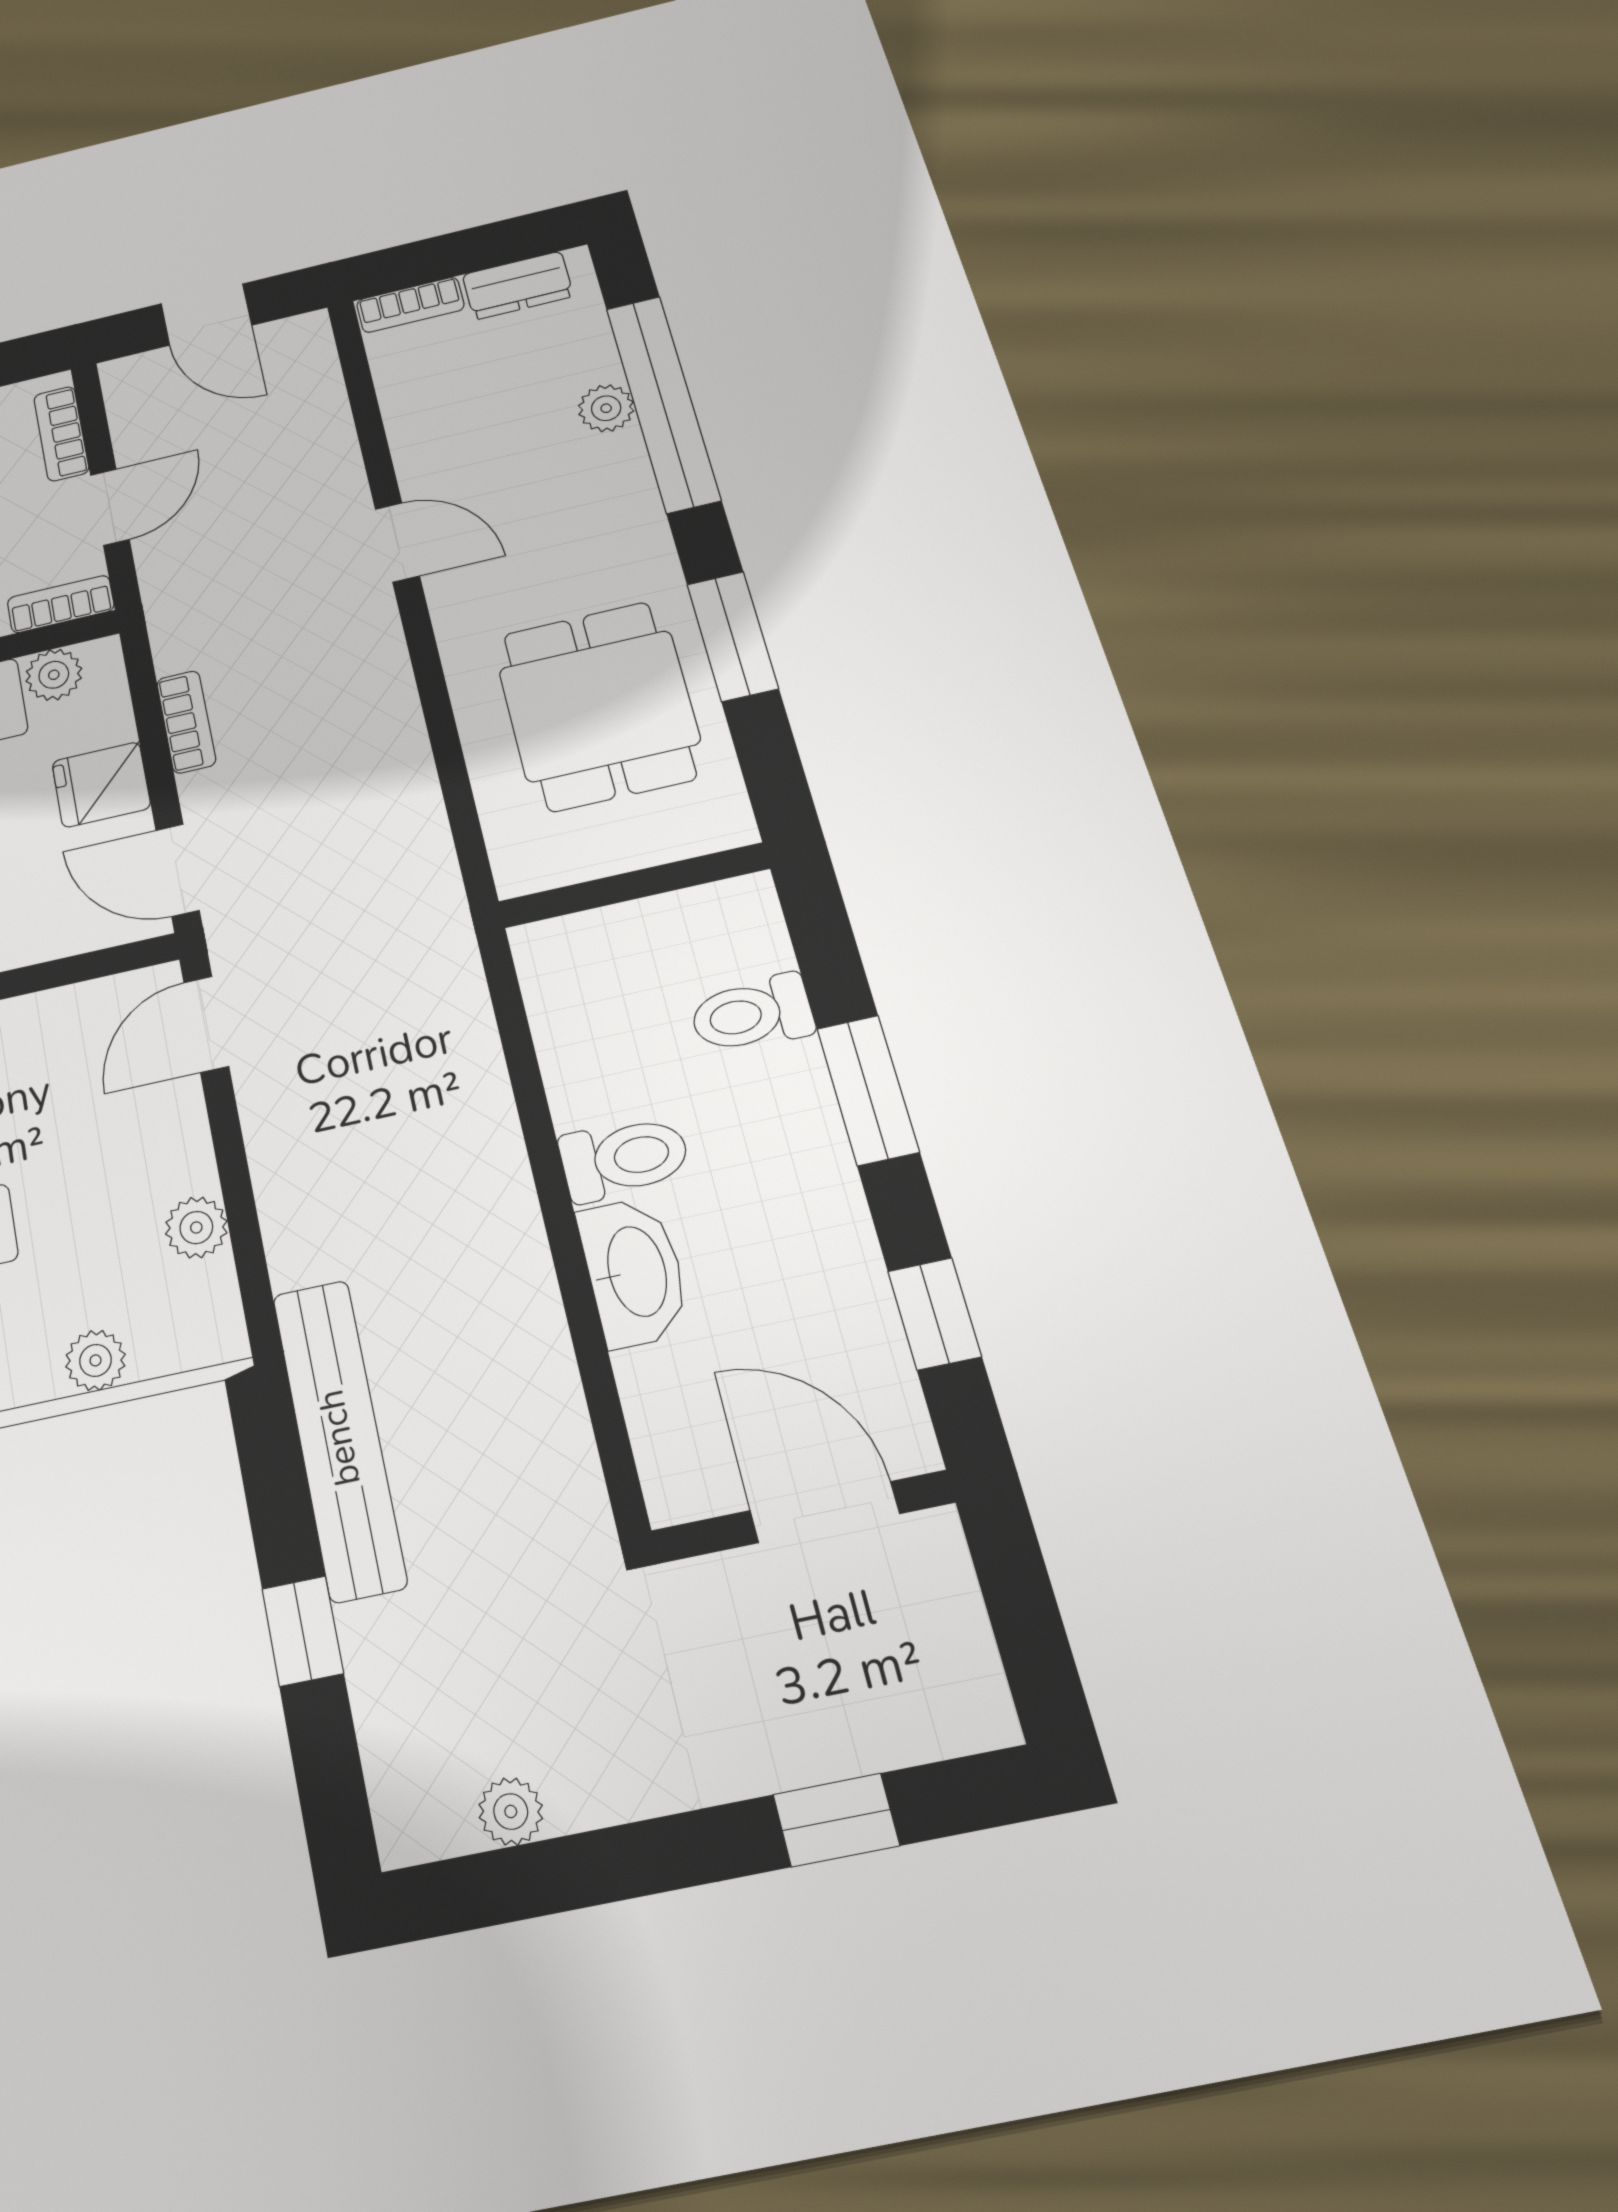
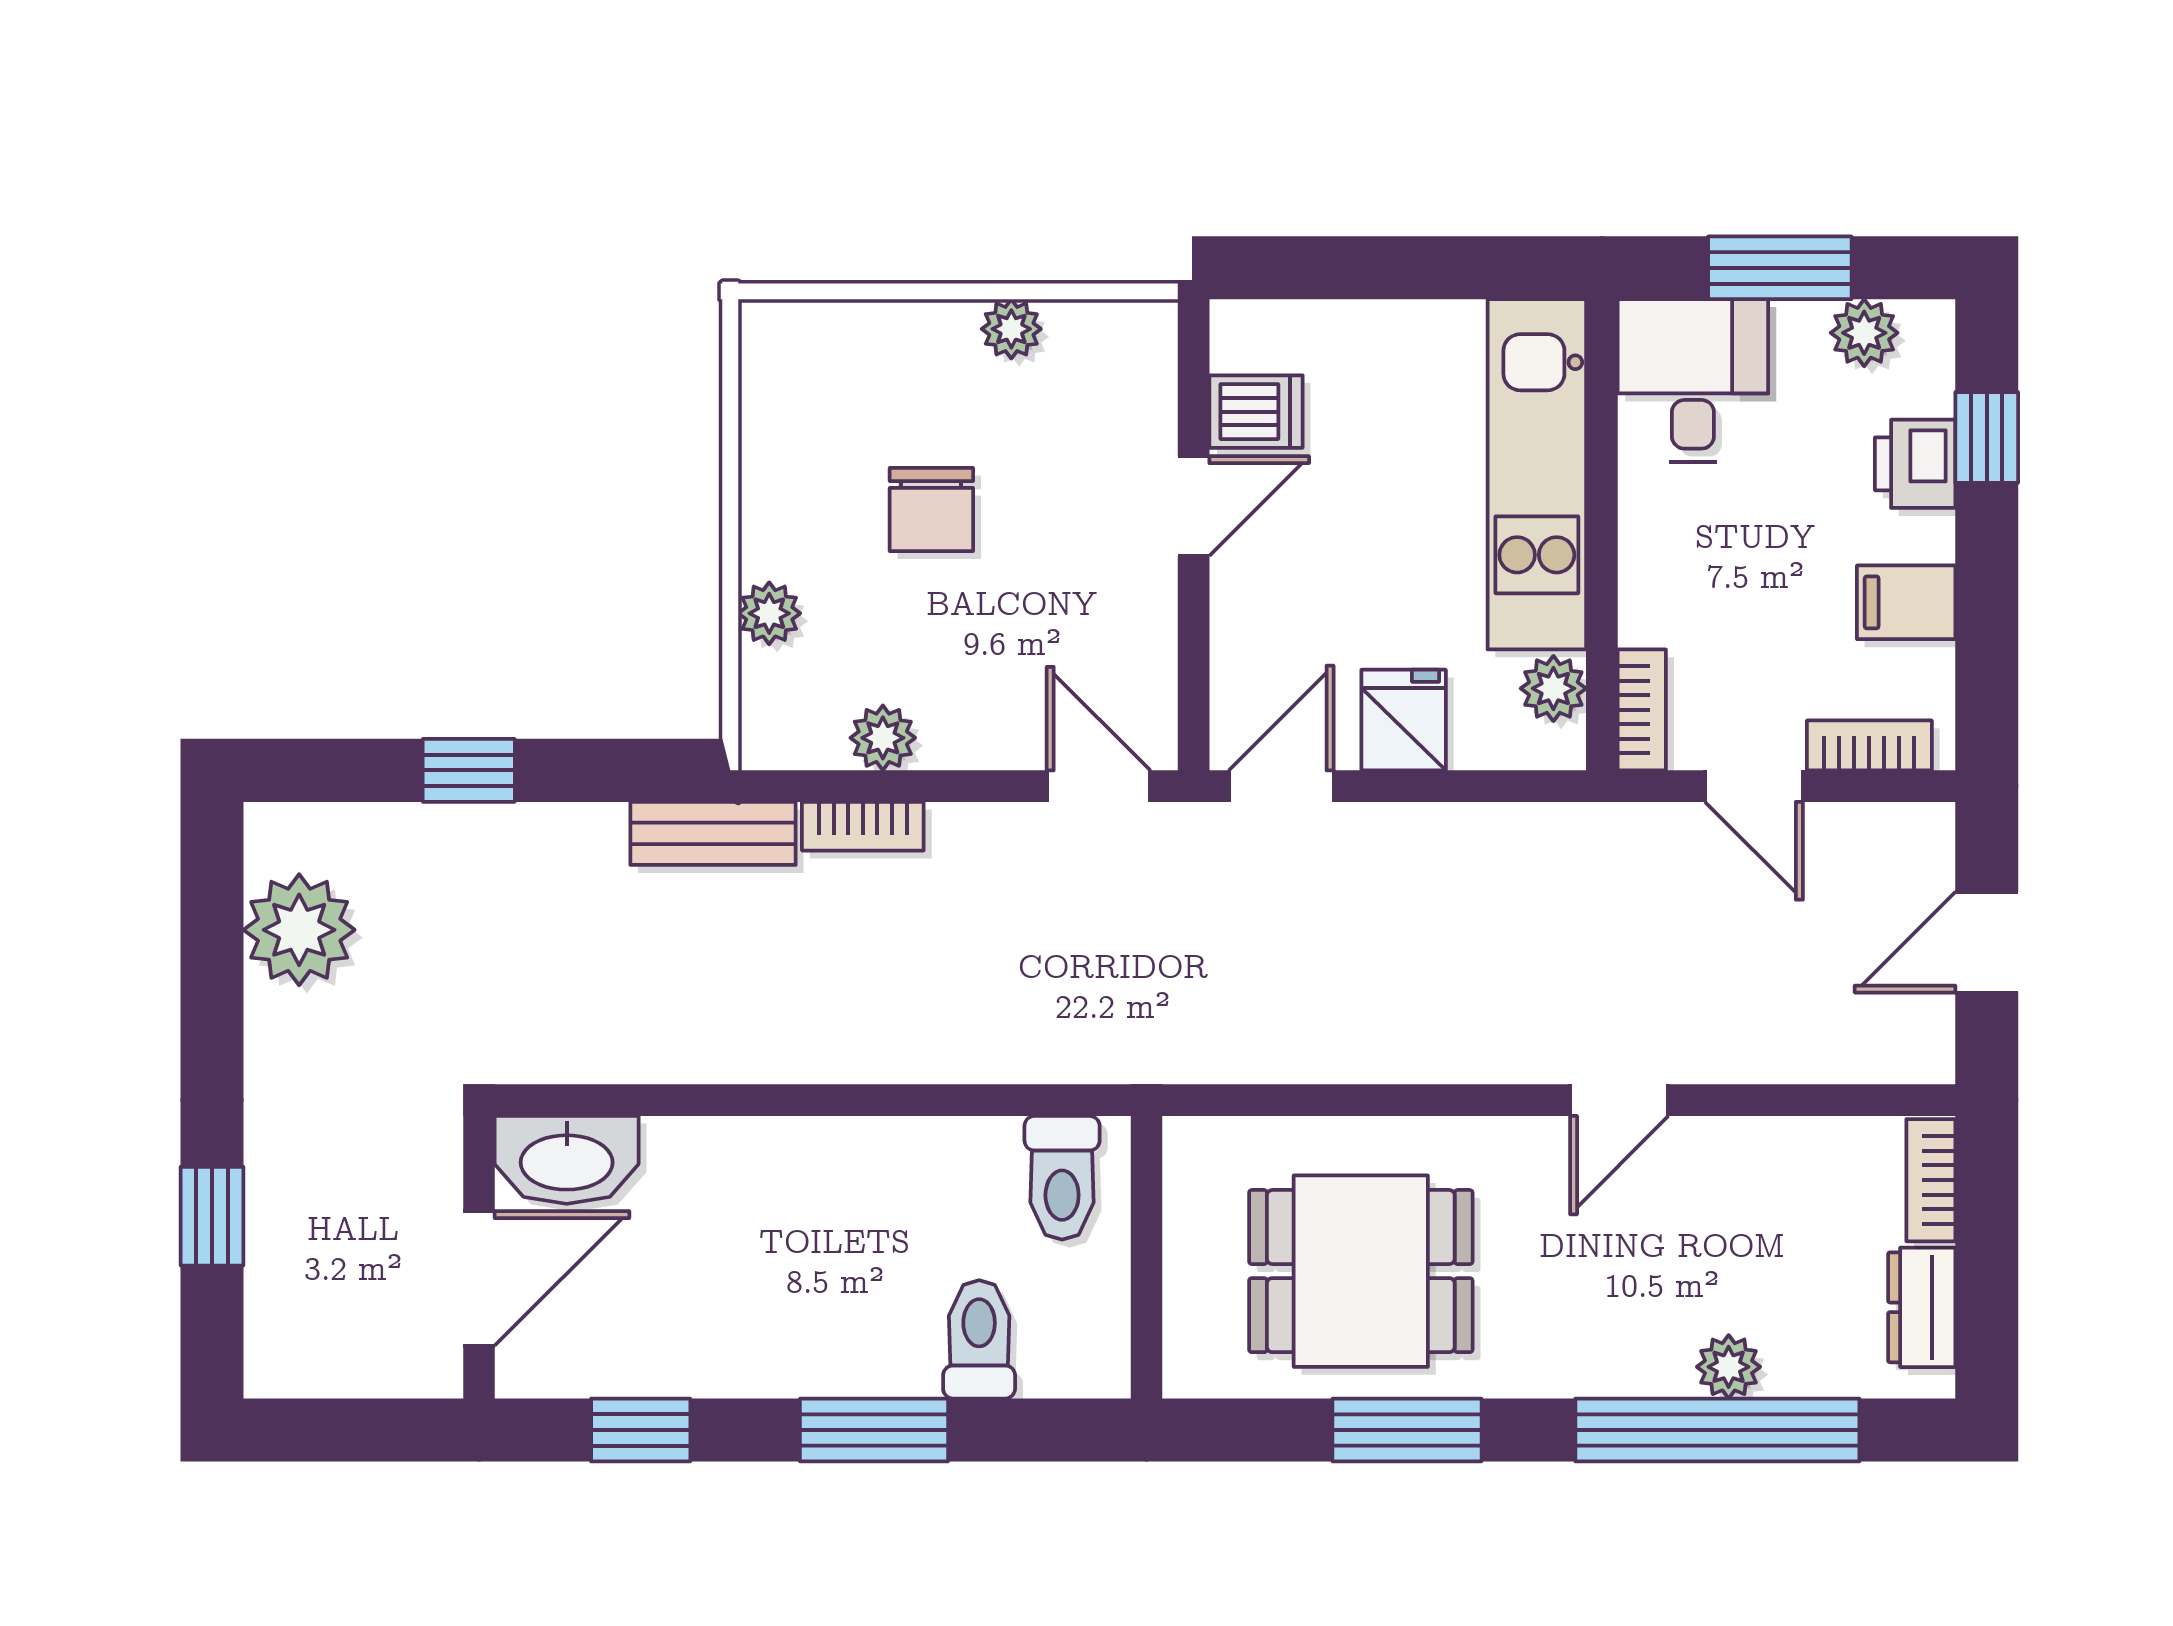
bookcase: (186, 722) -> (863, 826), moved
toilet: (624, 1158) -> (1062, 1178), moved
washbasin: (634, 1272) -> (567, 1160), moved
bench: (339, 1438) -> (713, 833), width x0.54, depth x0.82
plant: (511, 1811) -> (299, 930), width x1.88, depth x1.88

